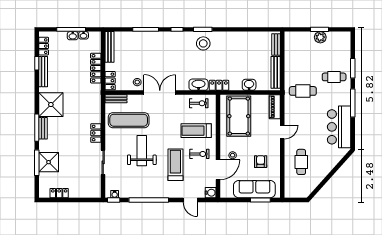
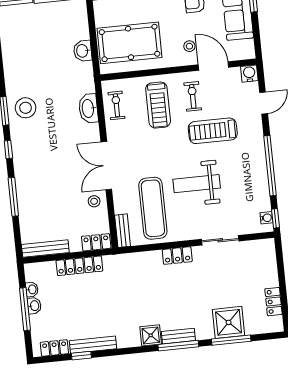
locker: (219, 85) -> (86, 77), removed
washbasin: (249, 85) -> (83, 51), moved
shower: (51, 105) -> (151, 335), width x0.54, depth x0.54

